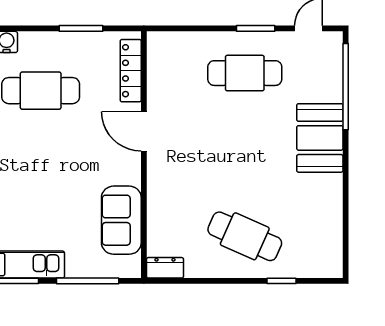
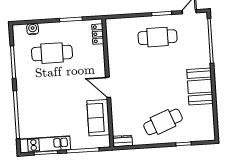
locker: (131, 71) -> (98, 34), width x0.66
door: (144, 131) -> (108, 87), moved
booth: (320, 138) -> (200, 86), moved
cafe table: (245, 236) -> (163, 122), turned -45

